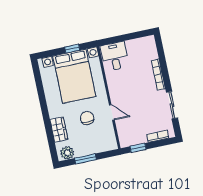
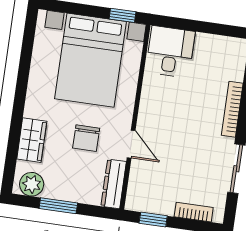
window: (72, 49) -> (122, 15), moved
chair: (87, 118) -> (86, 138), turned 180
dresser: (110, 137) -> (114, 184), added

